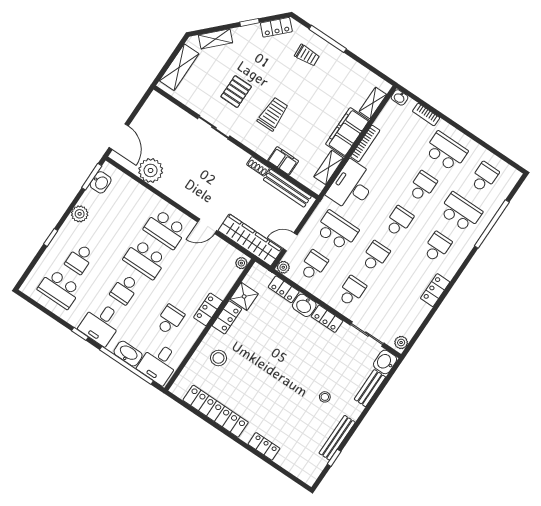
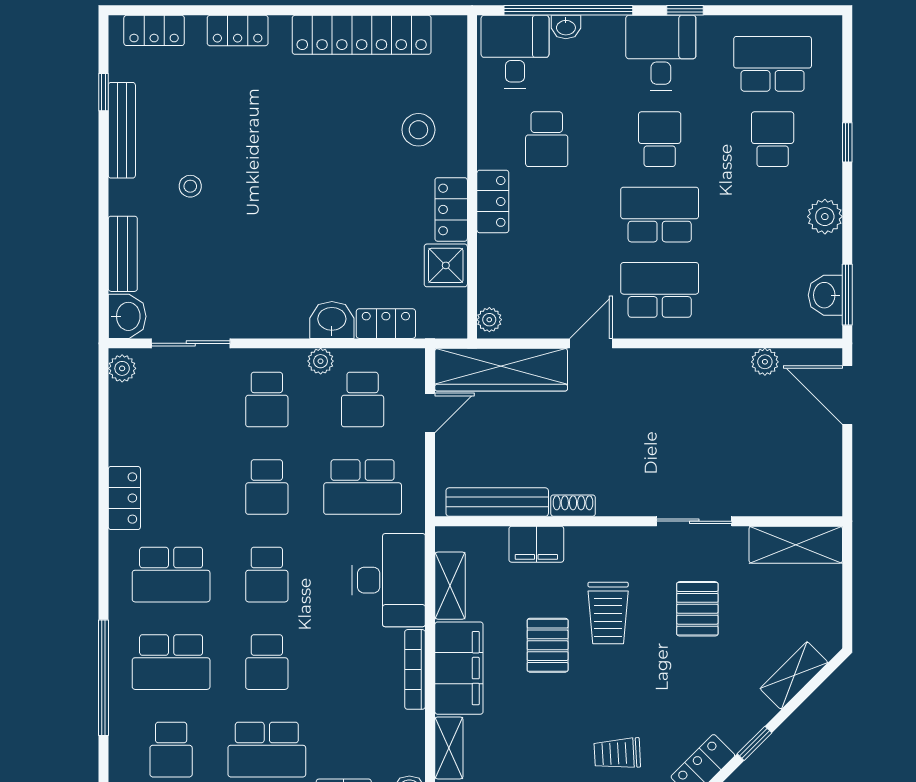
shelving: (179, 67) -> (796, 545), moved, turned 90
pallet: (306, 117) -> (548, 645), added
plant: (151, 170) -> (765, 362), width x0.53, depth x0.53
school desk: (437, 247) -> (171, 575), width x1.85
plant: (283, 267) -> (321, 361), moved
locker: (327, 319) -> (154, 30), moved, turned 180
washbasin: (128, 354) -> (566, 27), width x0.52, depth x0.69

